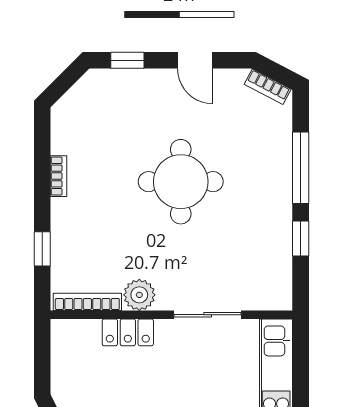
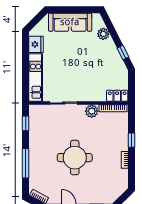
window: (301, 239) -> (26, 123), moved
window: (42, 249) -> (132, 140), moved
locker: (128, 332) -> (117, 96), moved

